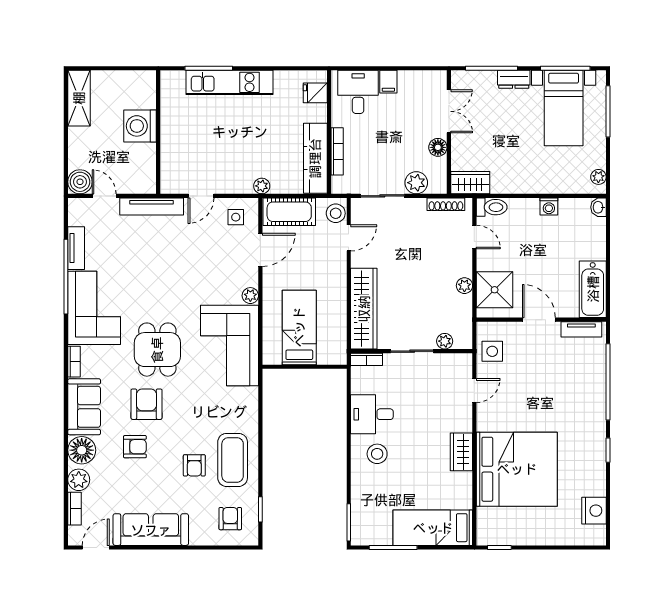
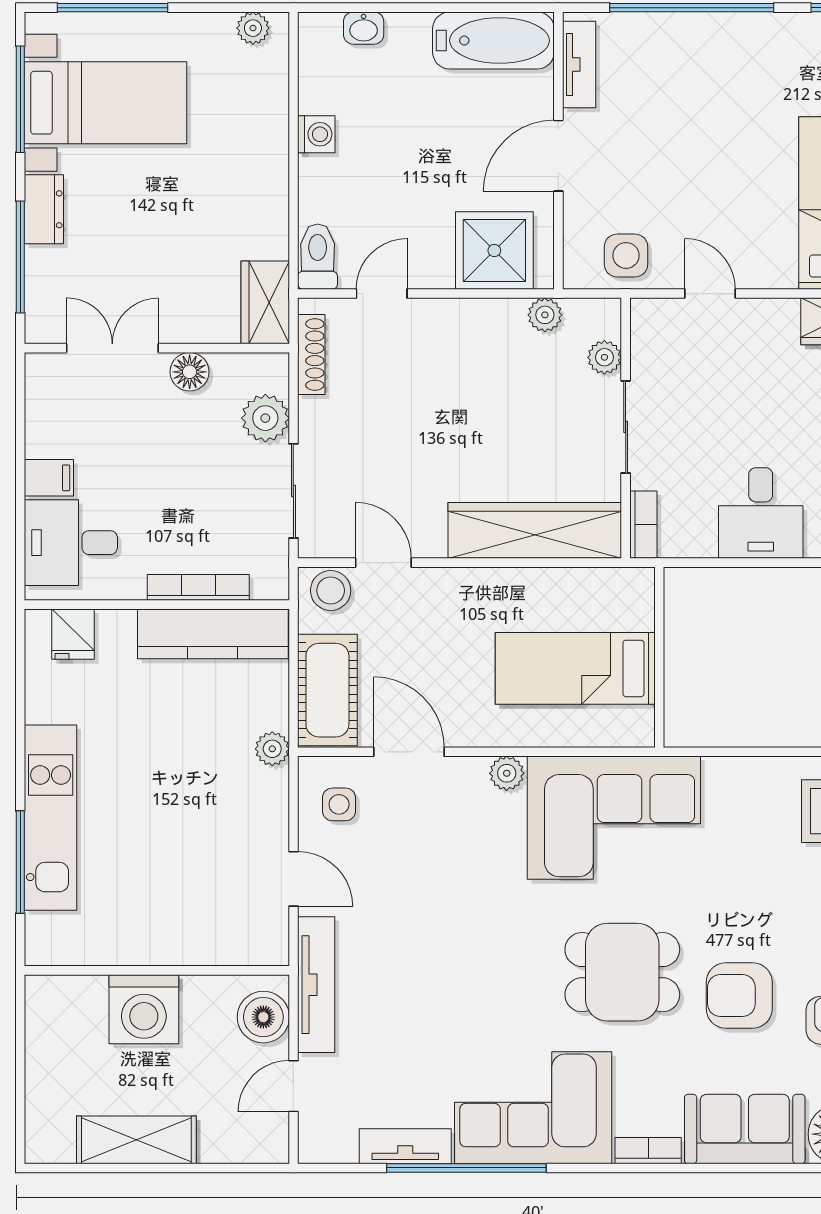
shelving: (79, 98) -> (136, 1140), moved
boiler: (80, 182) -> (263, 1017), moved
washbasin: (598, 207) -> (364, 28), moved
plant: (464, 286) -> (545, 315), moved

